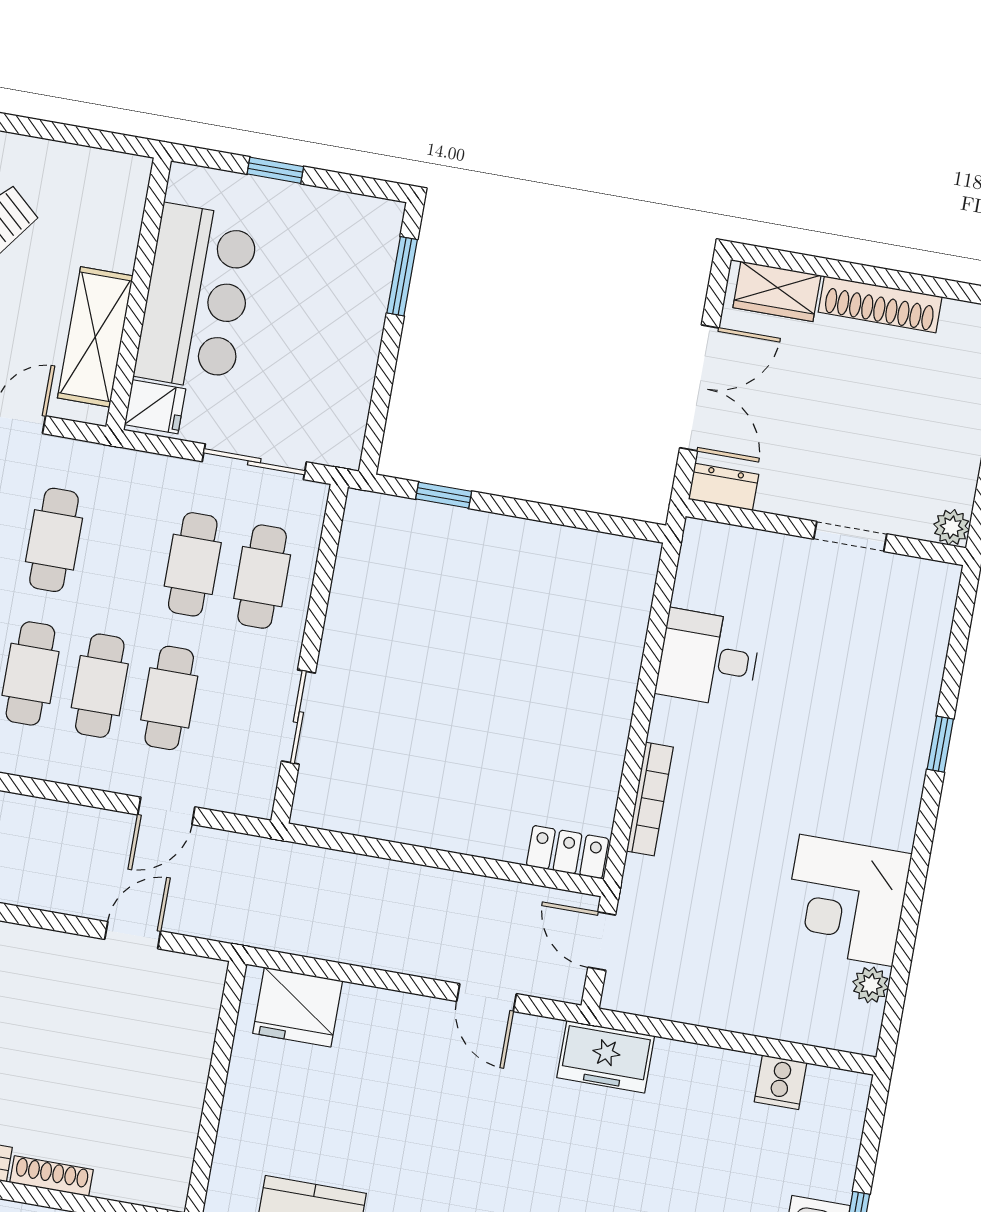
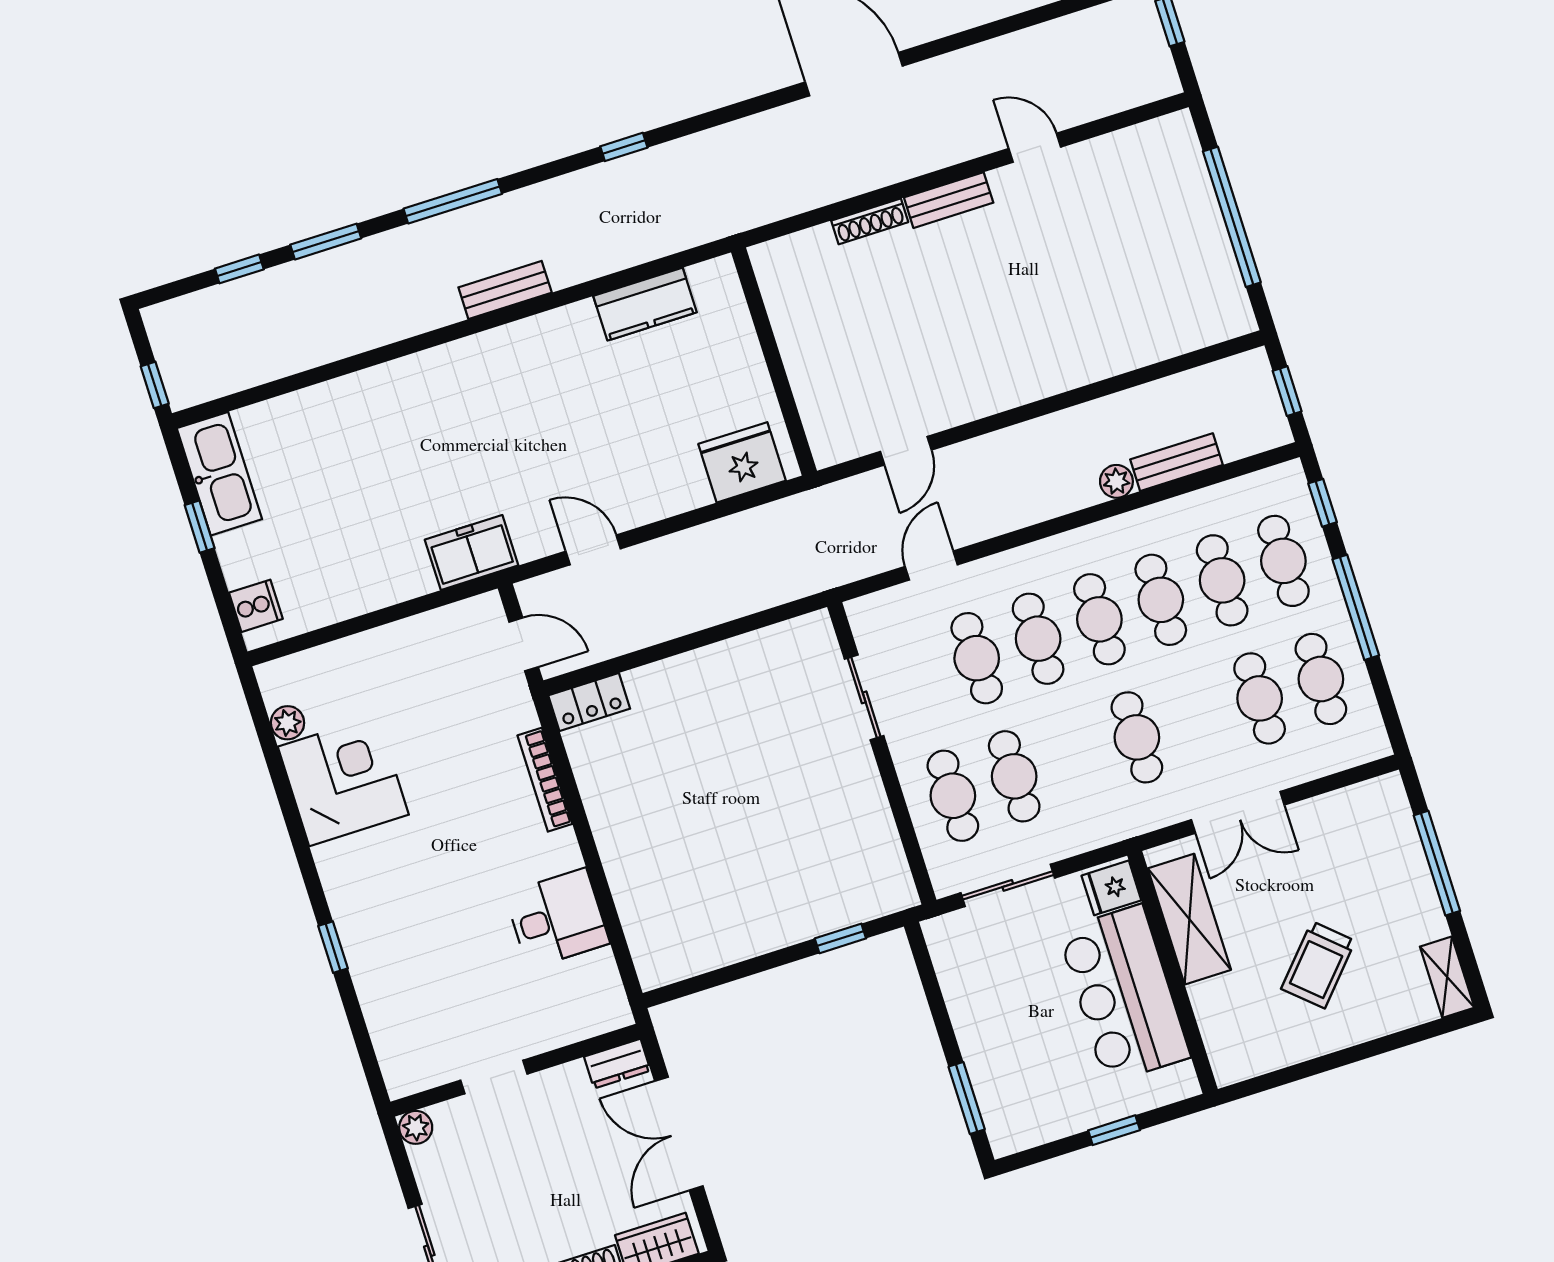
cooker: (780, 1082) -> (256, 606), moved, turned 90

